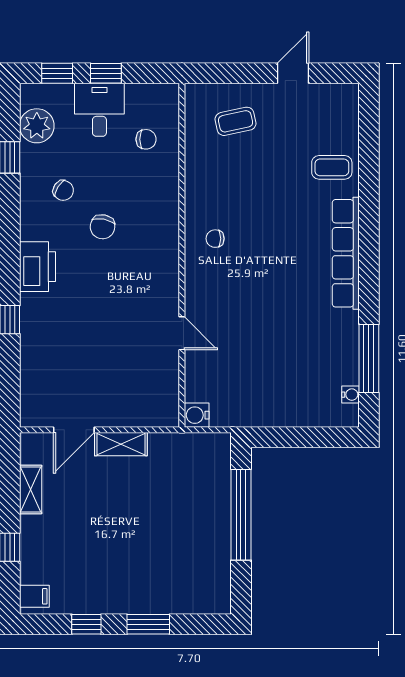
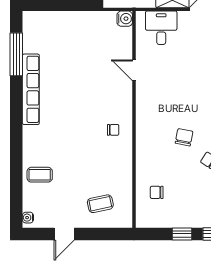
desk: (99, 110) -> (161, 28), moved, turned 180
row of seats: (346, 253) -> (31, 89), moved
water cooler: (350, 395) -> (28, 218), moved

